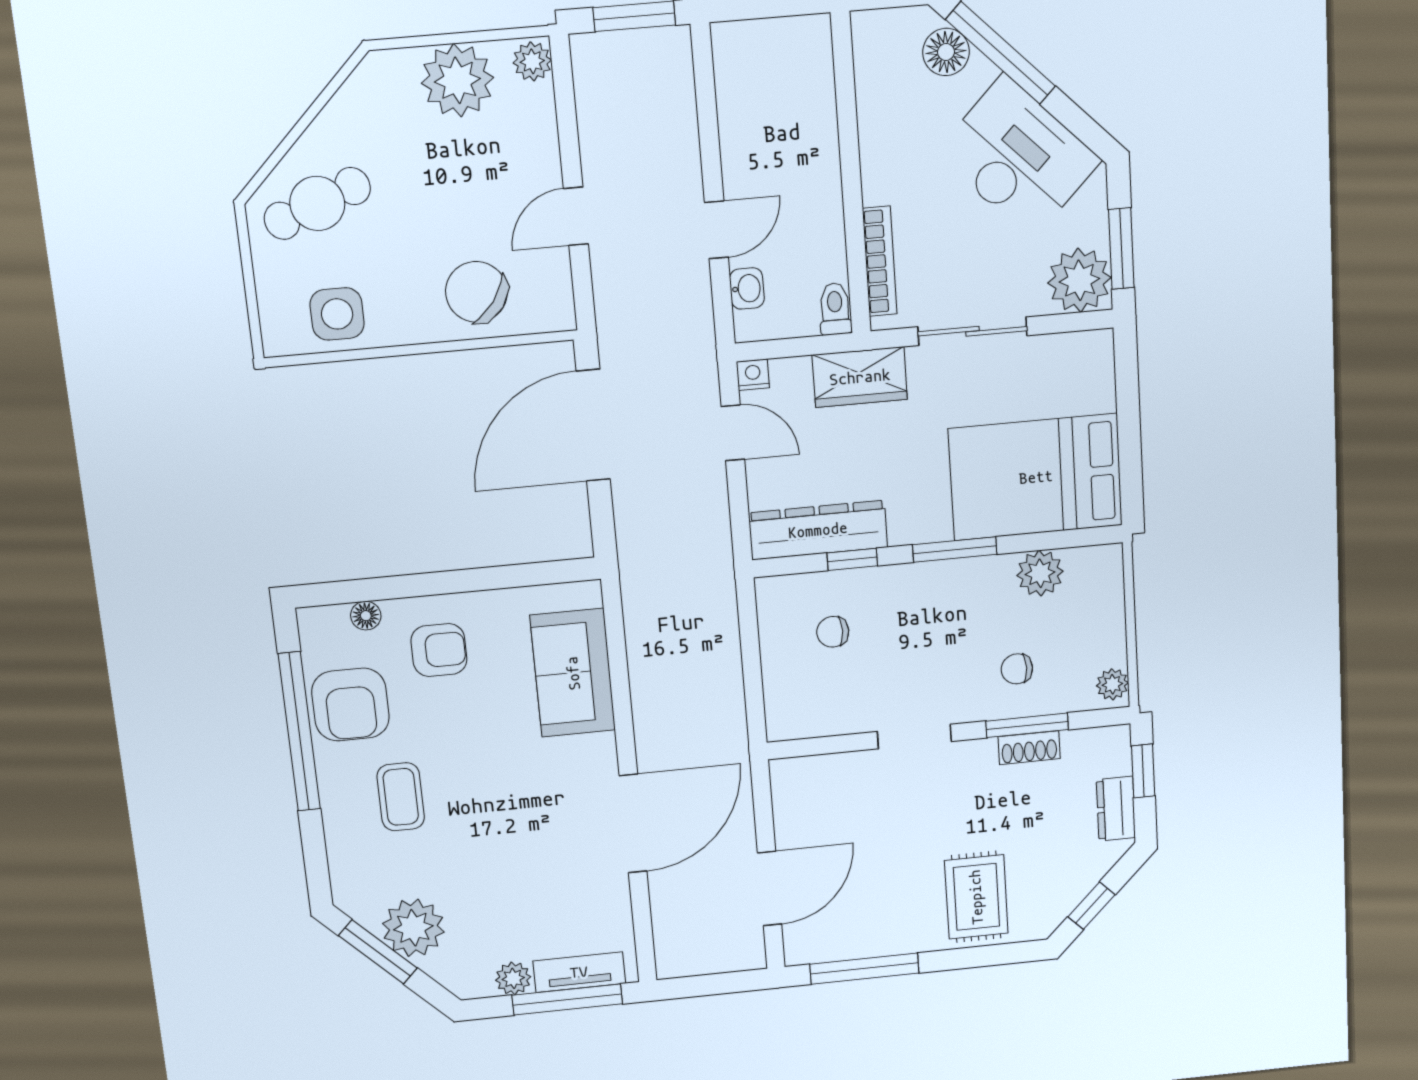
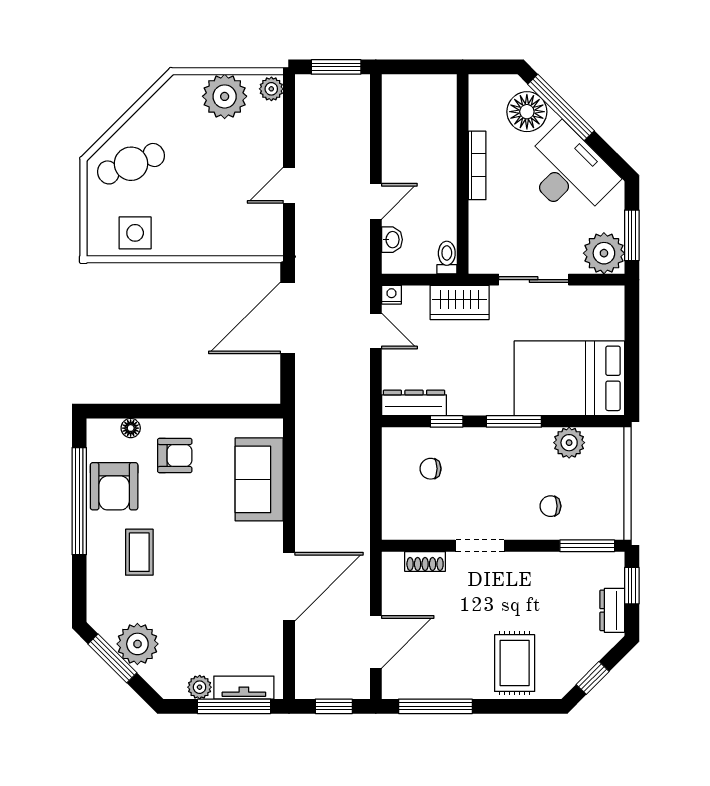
floor lamp: (946, 52) -> (527, 112), width x1.38, depth x1.38
bookcase: (880, 261) -> (477, 165), moved
chair: (476, 292) -> (223, 227), removed
dresser: (818, 530) -> (414, 403), width x0.73, depth x0.80
plant: (1112, 684) -> (614, 523), removed
window: (1027, 725) -> (587, 546), moved
shoe rack: (1029, 748) -> (425, 561), moved
window: (715, 984) -> (334, 706), added

